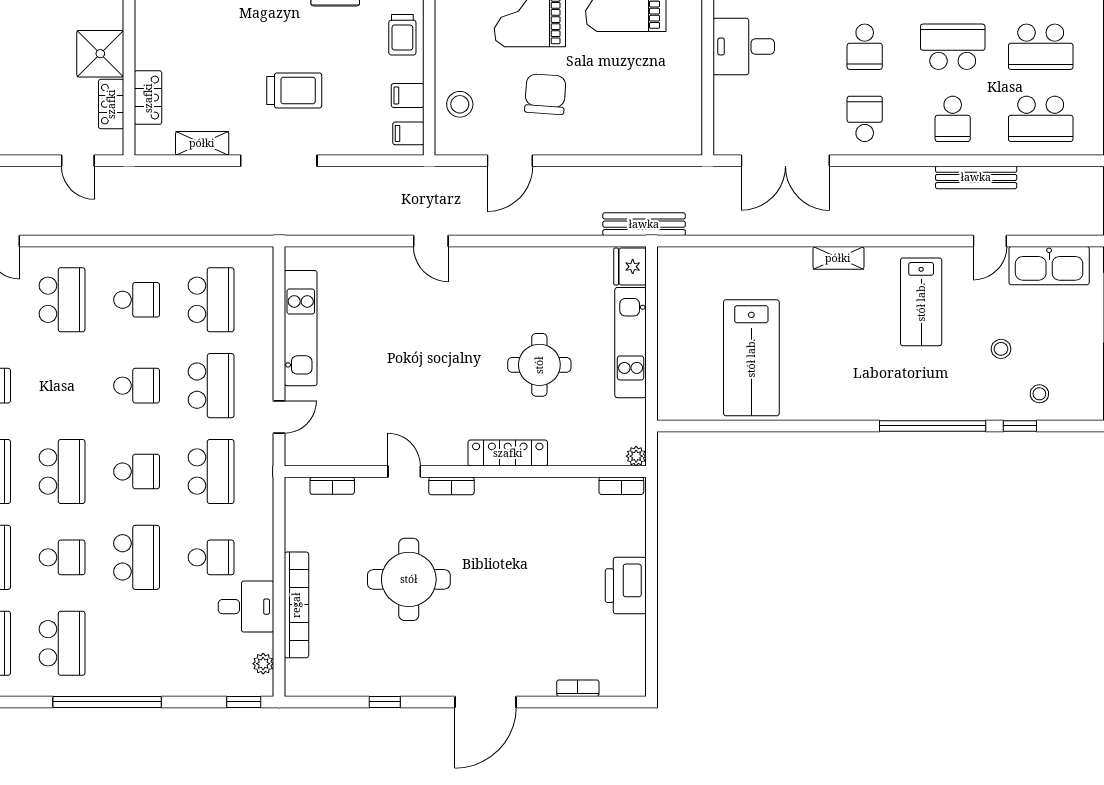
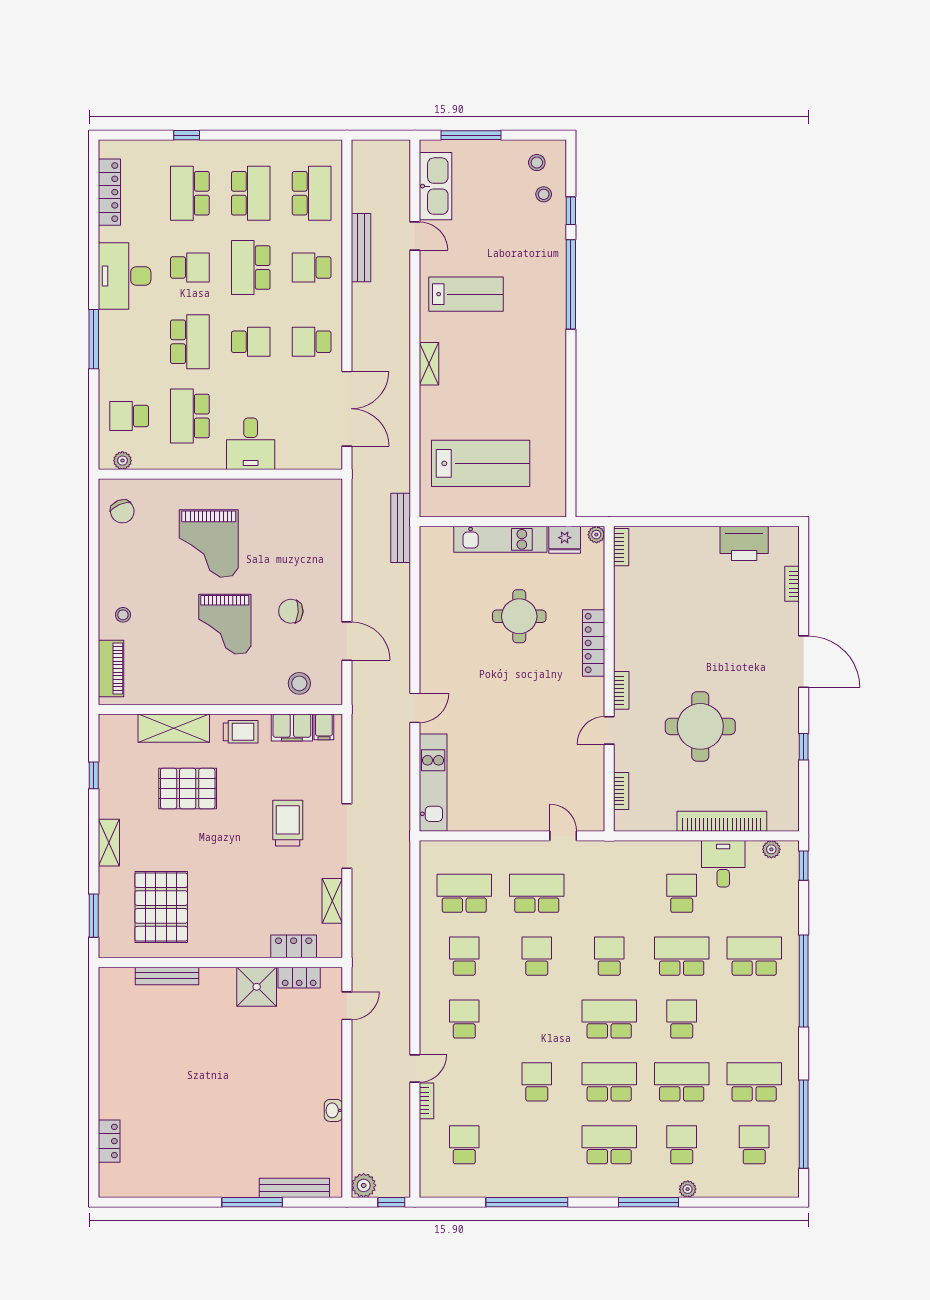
chair: (545, 94) -> (291, 611), width x0.73, depth x0.73
filing cabinet: (408, 95) -> (292, 727), width x2.00
school desk: (953, 119) -> (312, 267), turned 180
fridge: (630, 267) -> (565, 540), moved
school desk: (62, 300) -> (464, 1019), width x0.54
kitchen unit: (301, 328) -> (433, 783), moved, turned 90
stool: (1001, 349) -> (537, 163), moved
lab bench: (751, 358) -> (481, 463), moved
school desk: (211, 471) -> (609, 893), removed
printer: (626, 586) -> (744, 543), moved
school desk: (62, 643) -> (754, 956), moved

